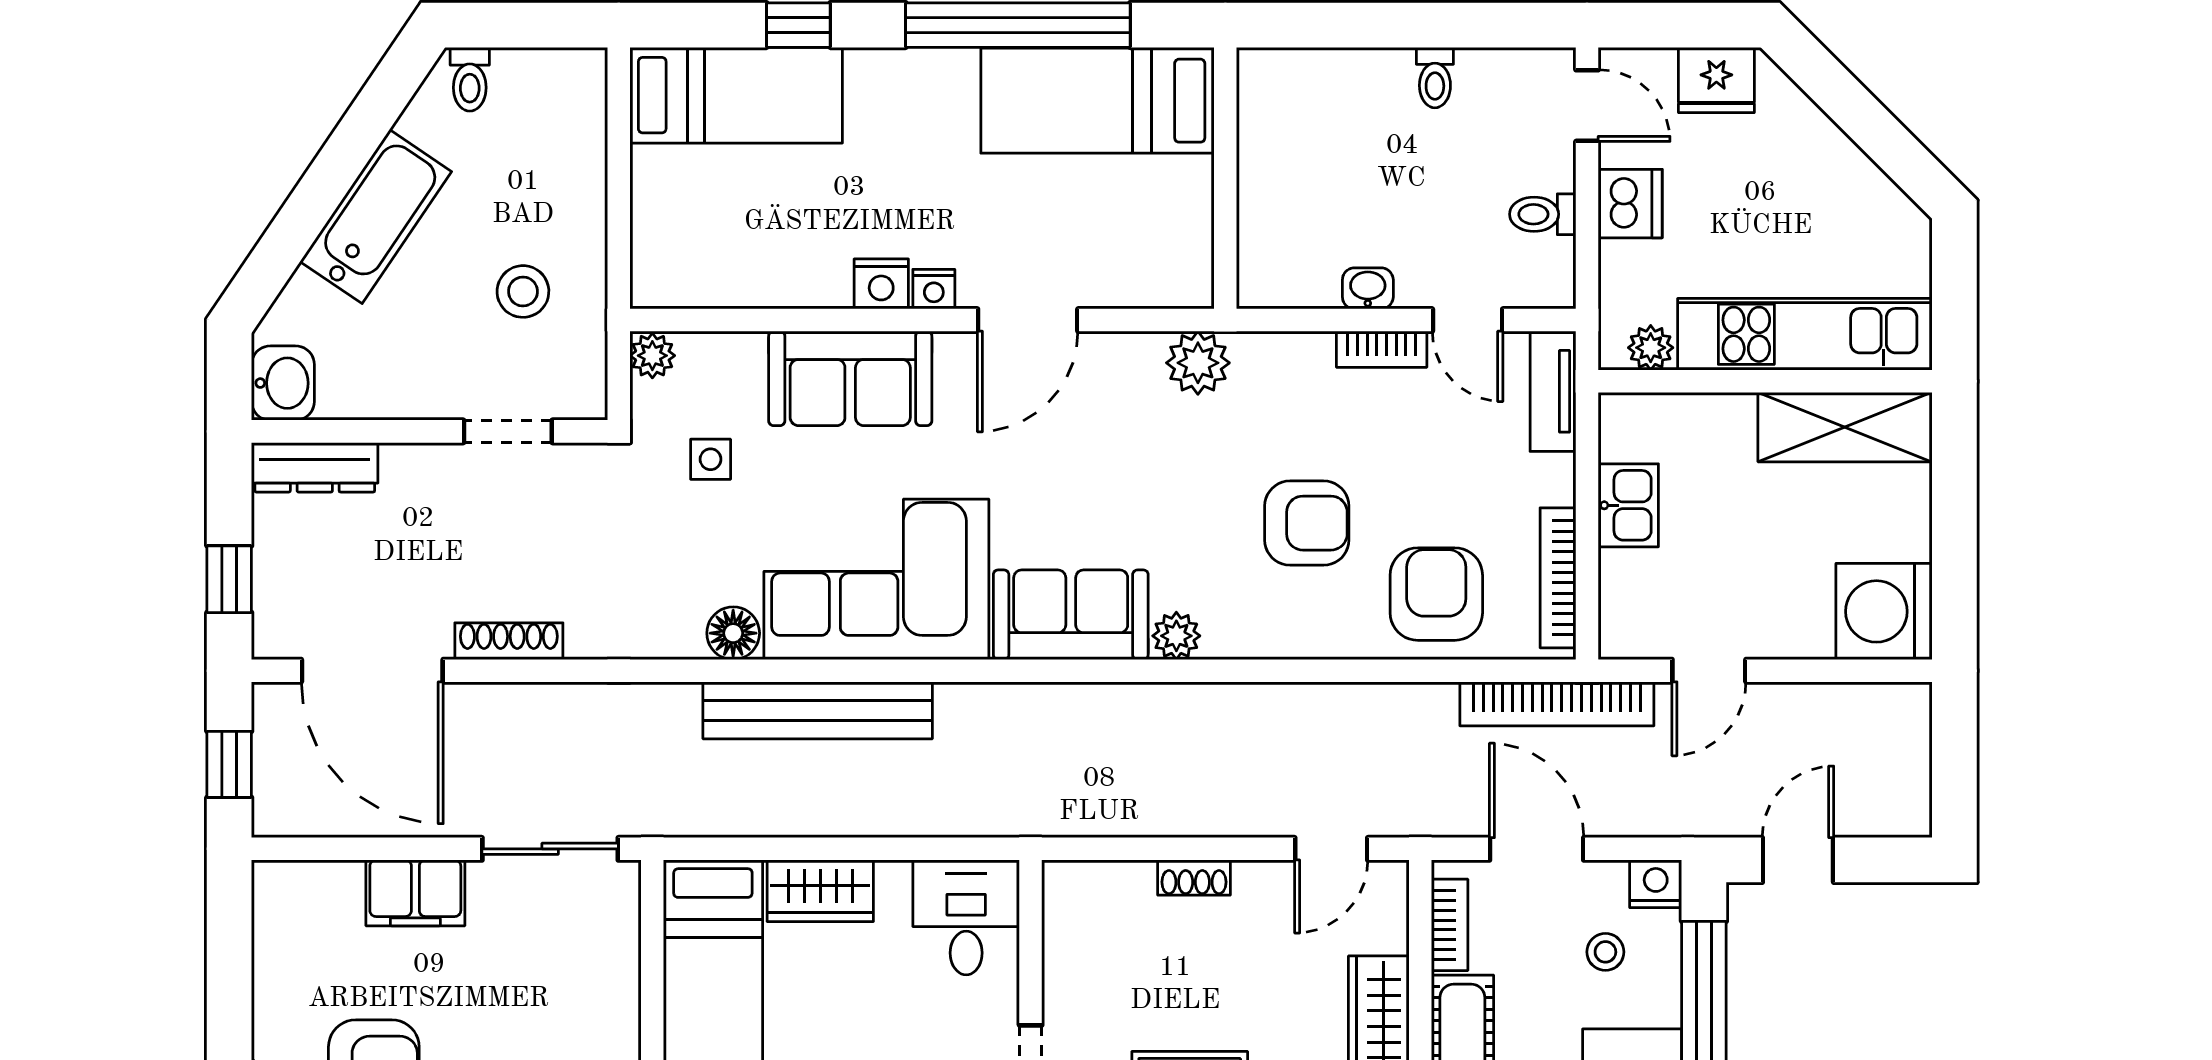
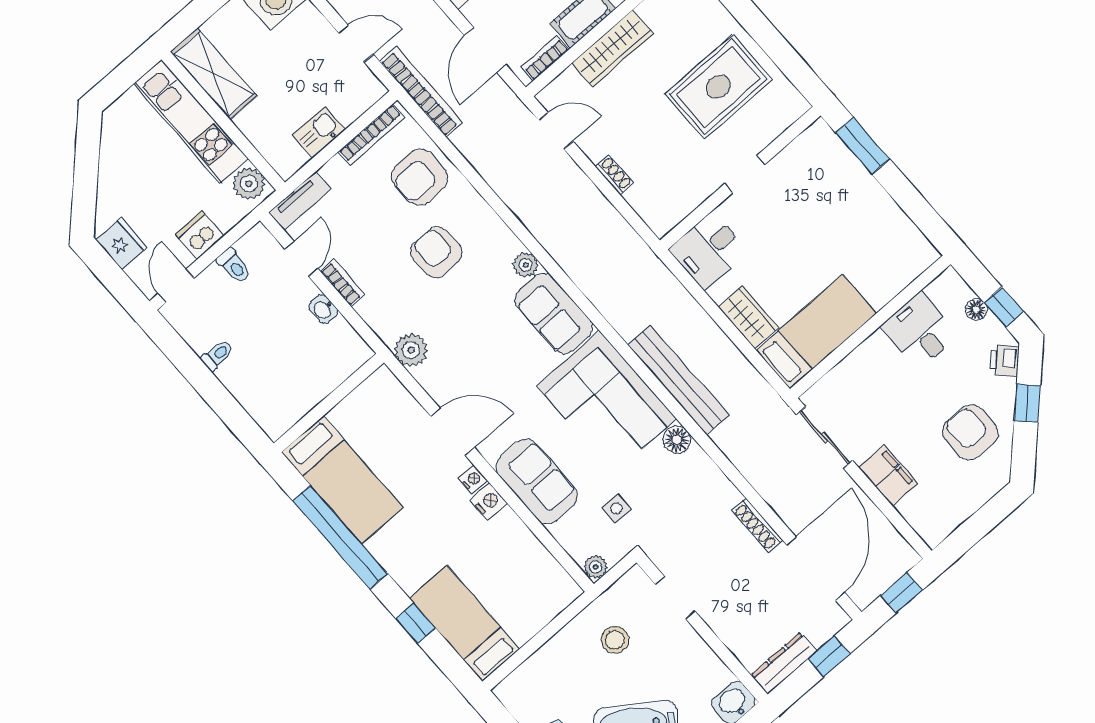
plant: (1651, 348) -> (249, 184), width x1.38, depth x1.38
dresser: (315, 467) -> (784, 663), moved, turned -90

